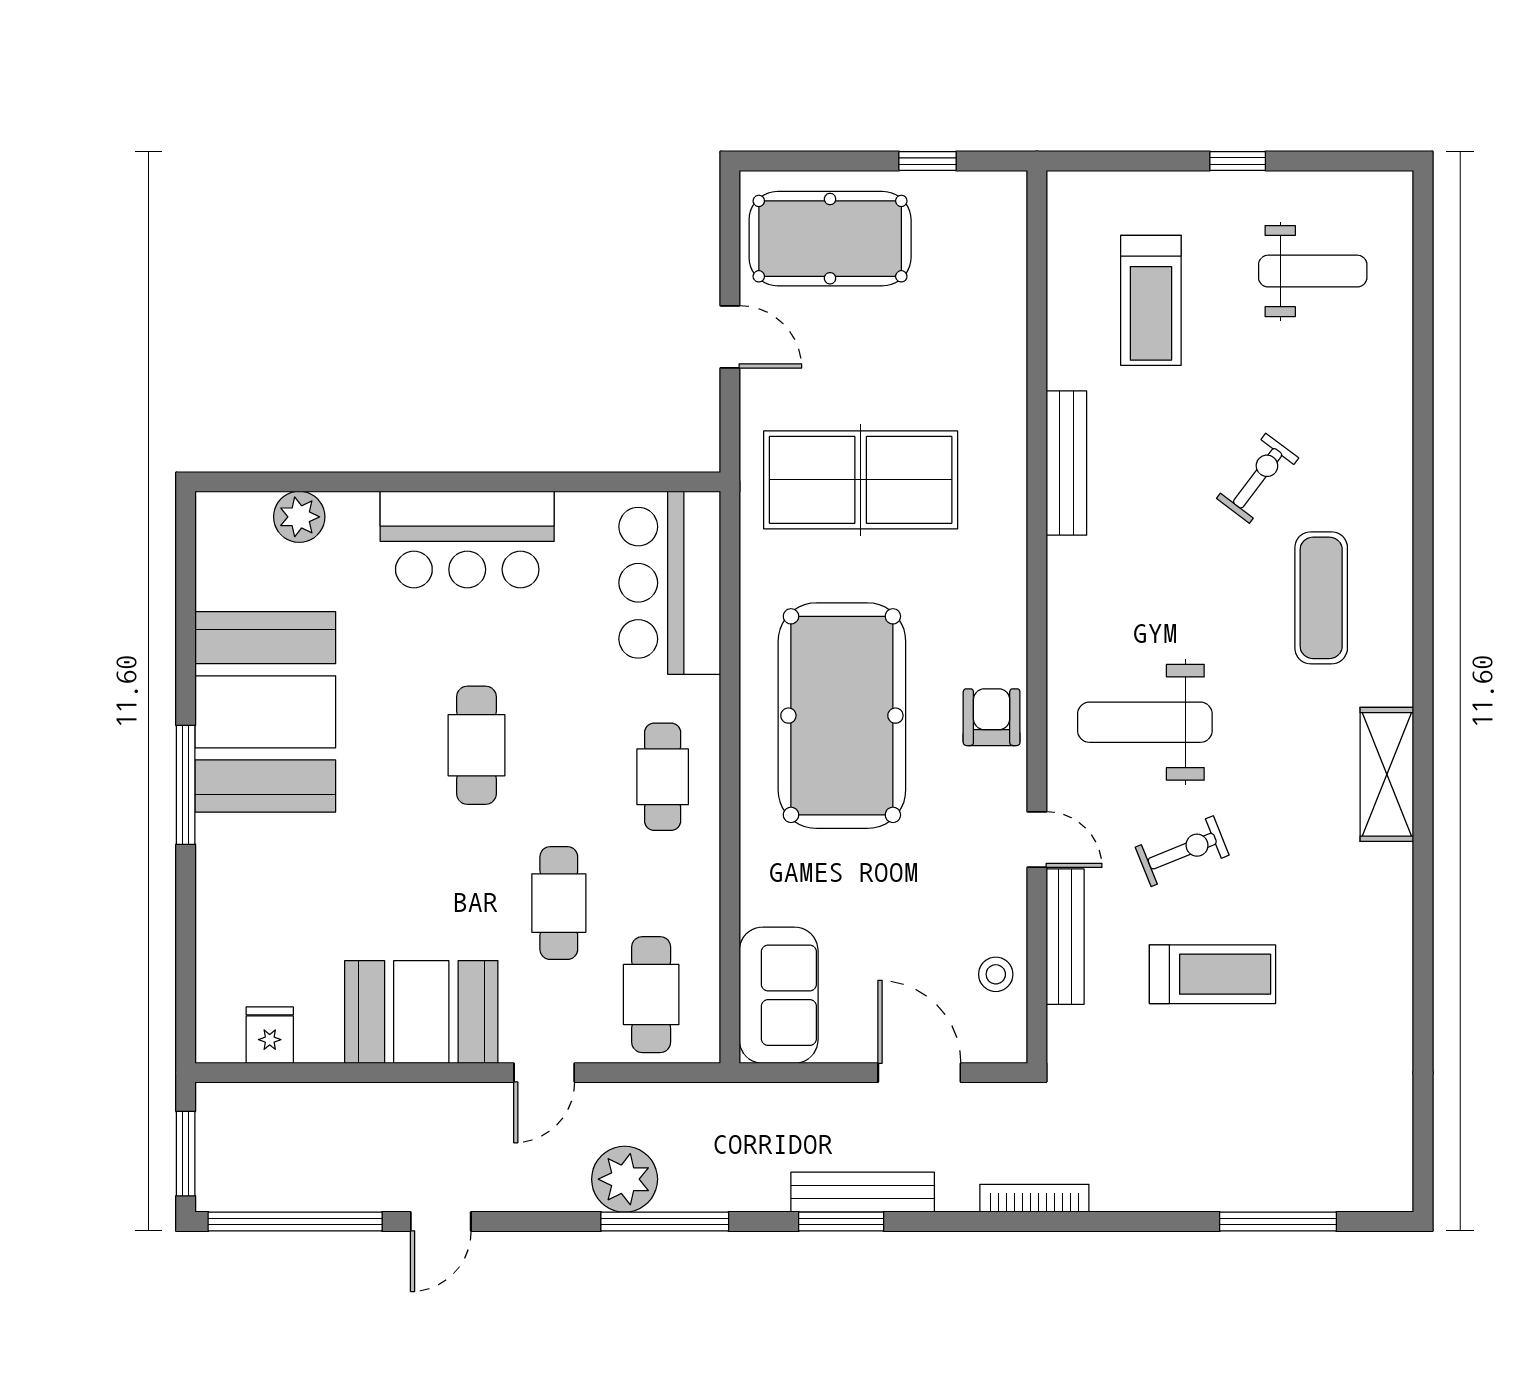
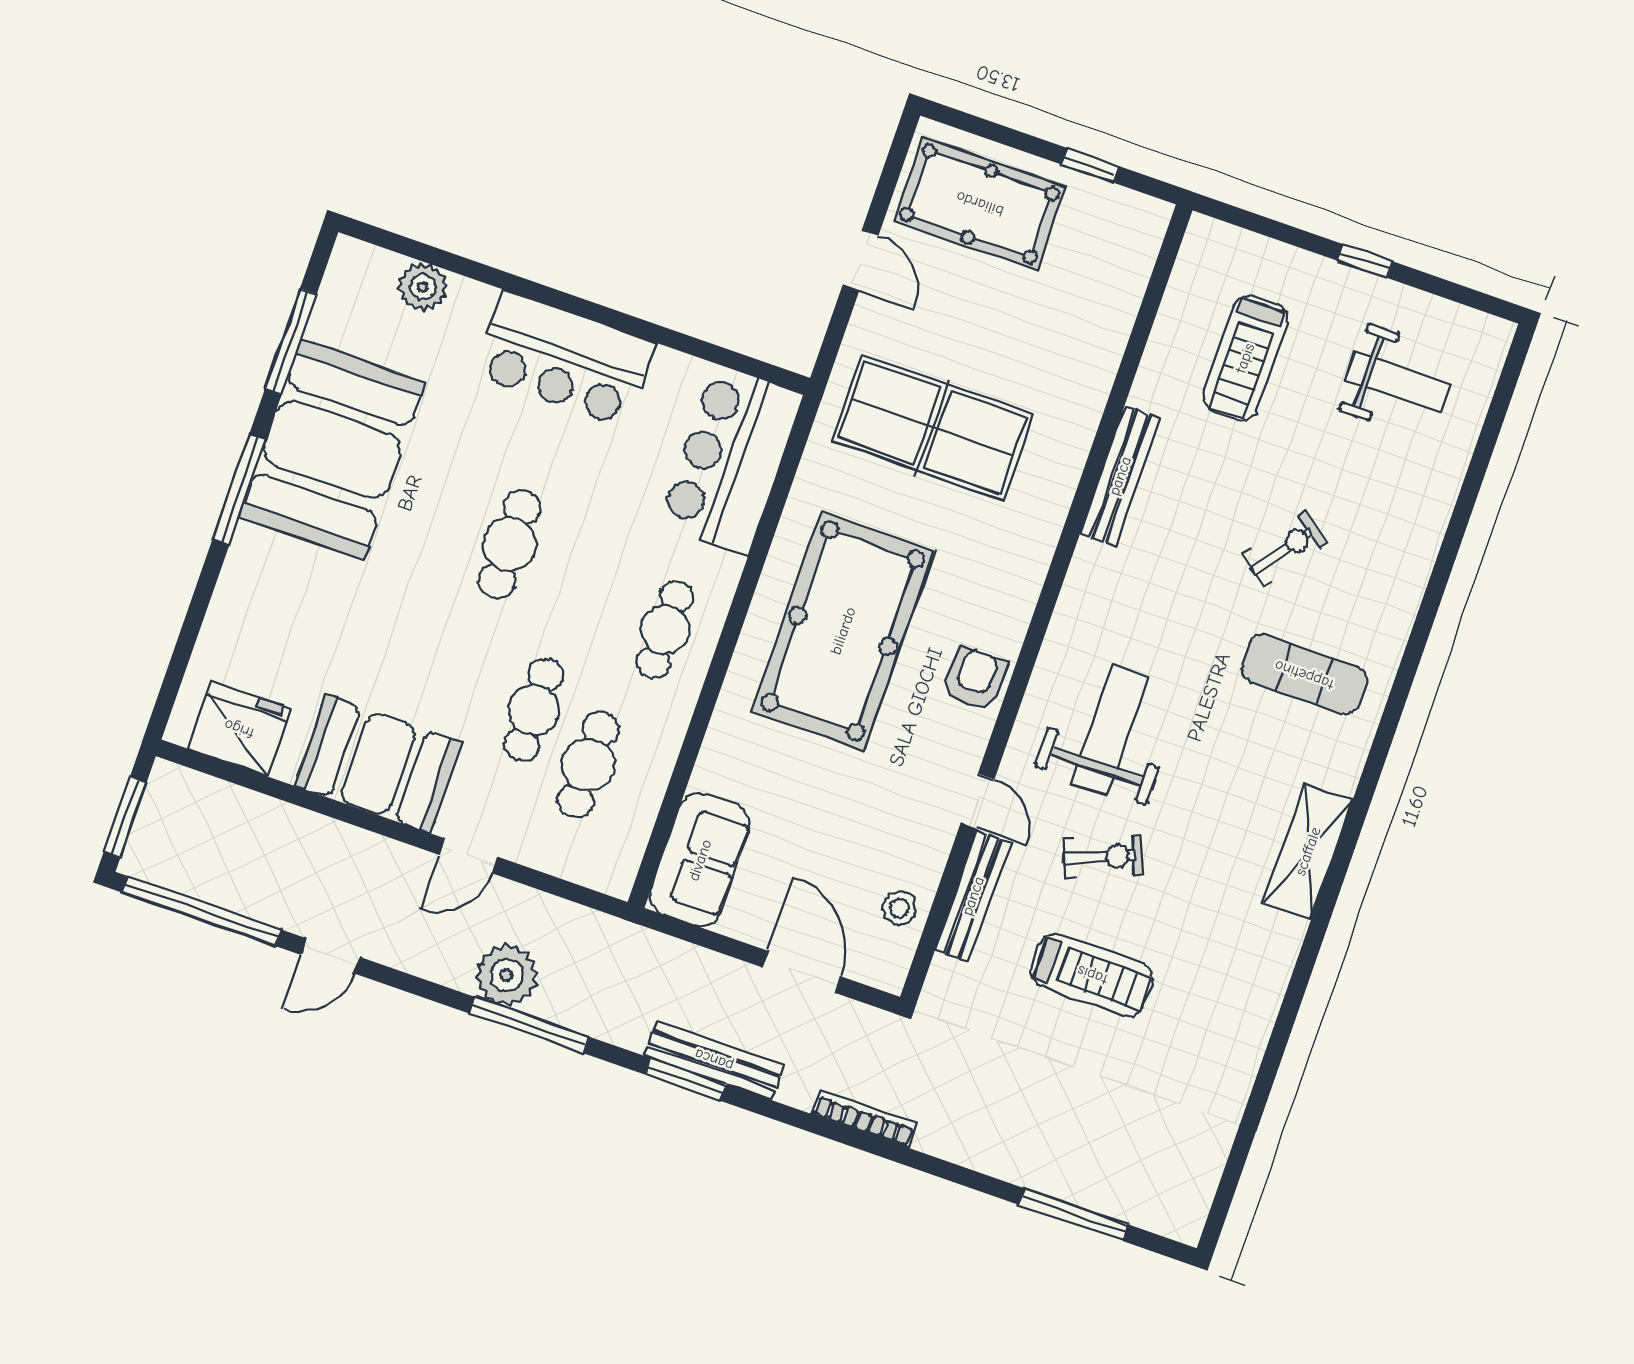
exercise mat: (1321, 598) -> (1304, 675), turned 90
window: (186, 618) -> (291, 342), added
weight bench: (1145, 722) -> (1110, 730), turned 90
cafe table: (651, 995) -> (588, 765), moved
fridge: (270, 1035) -> (239, 729), width x1.88, depth x1.34

